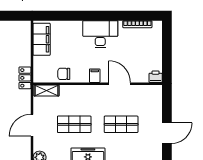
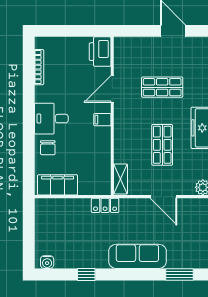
desk: (100, 34) -> (51, 119), width x0.73
chair: (64, 74) -> (48, 148), moved
printer: (156, 77) -> (100, 52), width x1.87, depth x1.48
shop shelf: (121, 124) -> (162, 87), turned 90

